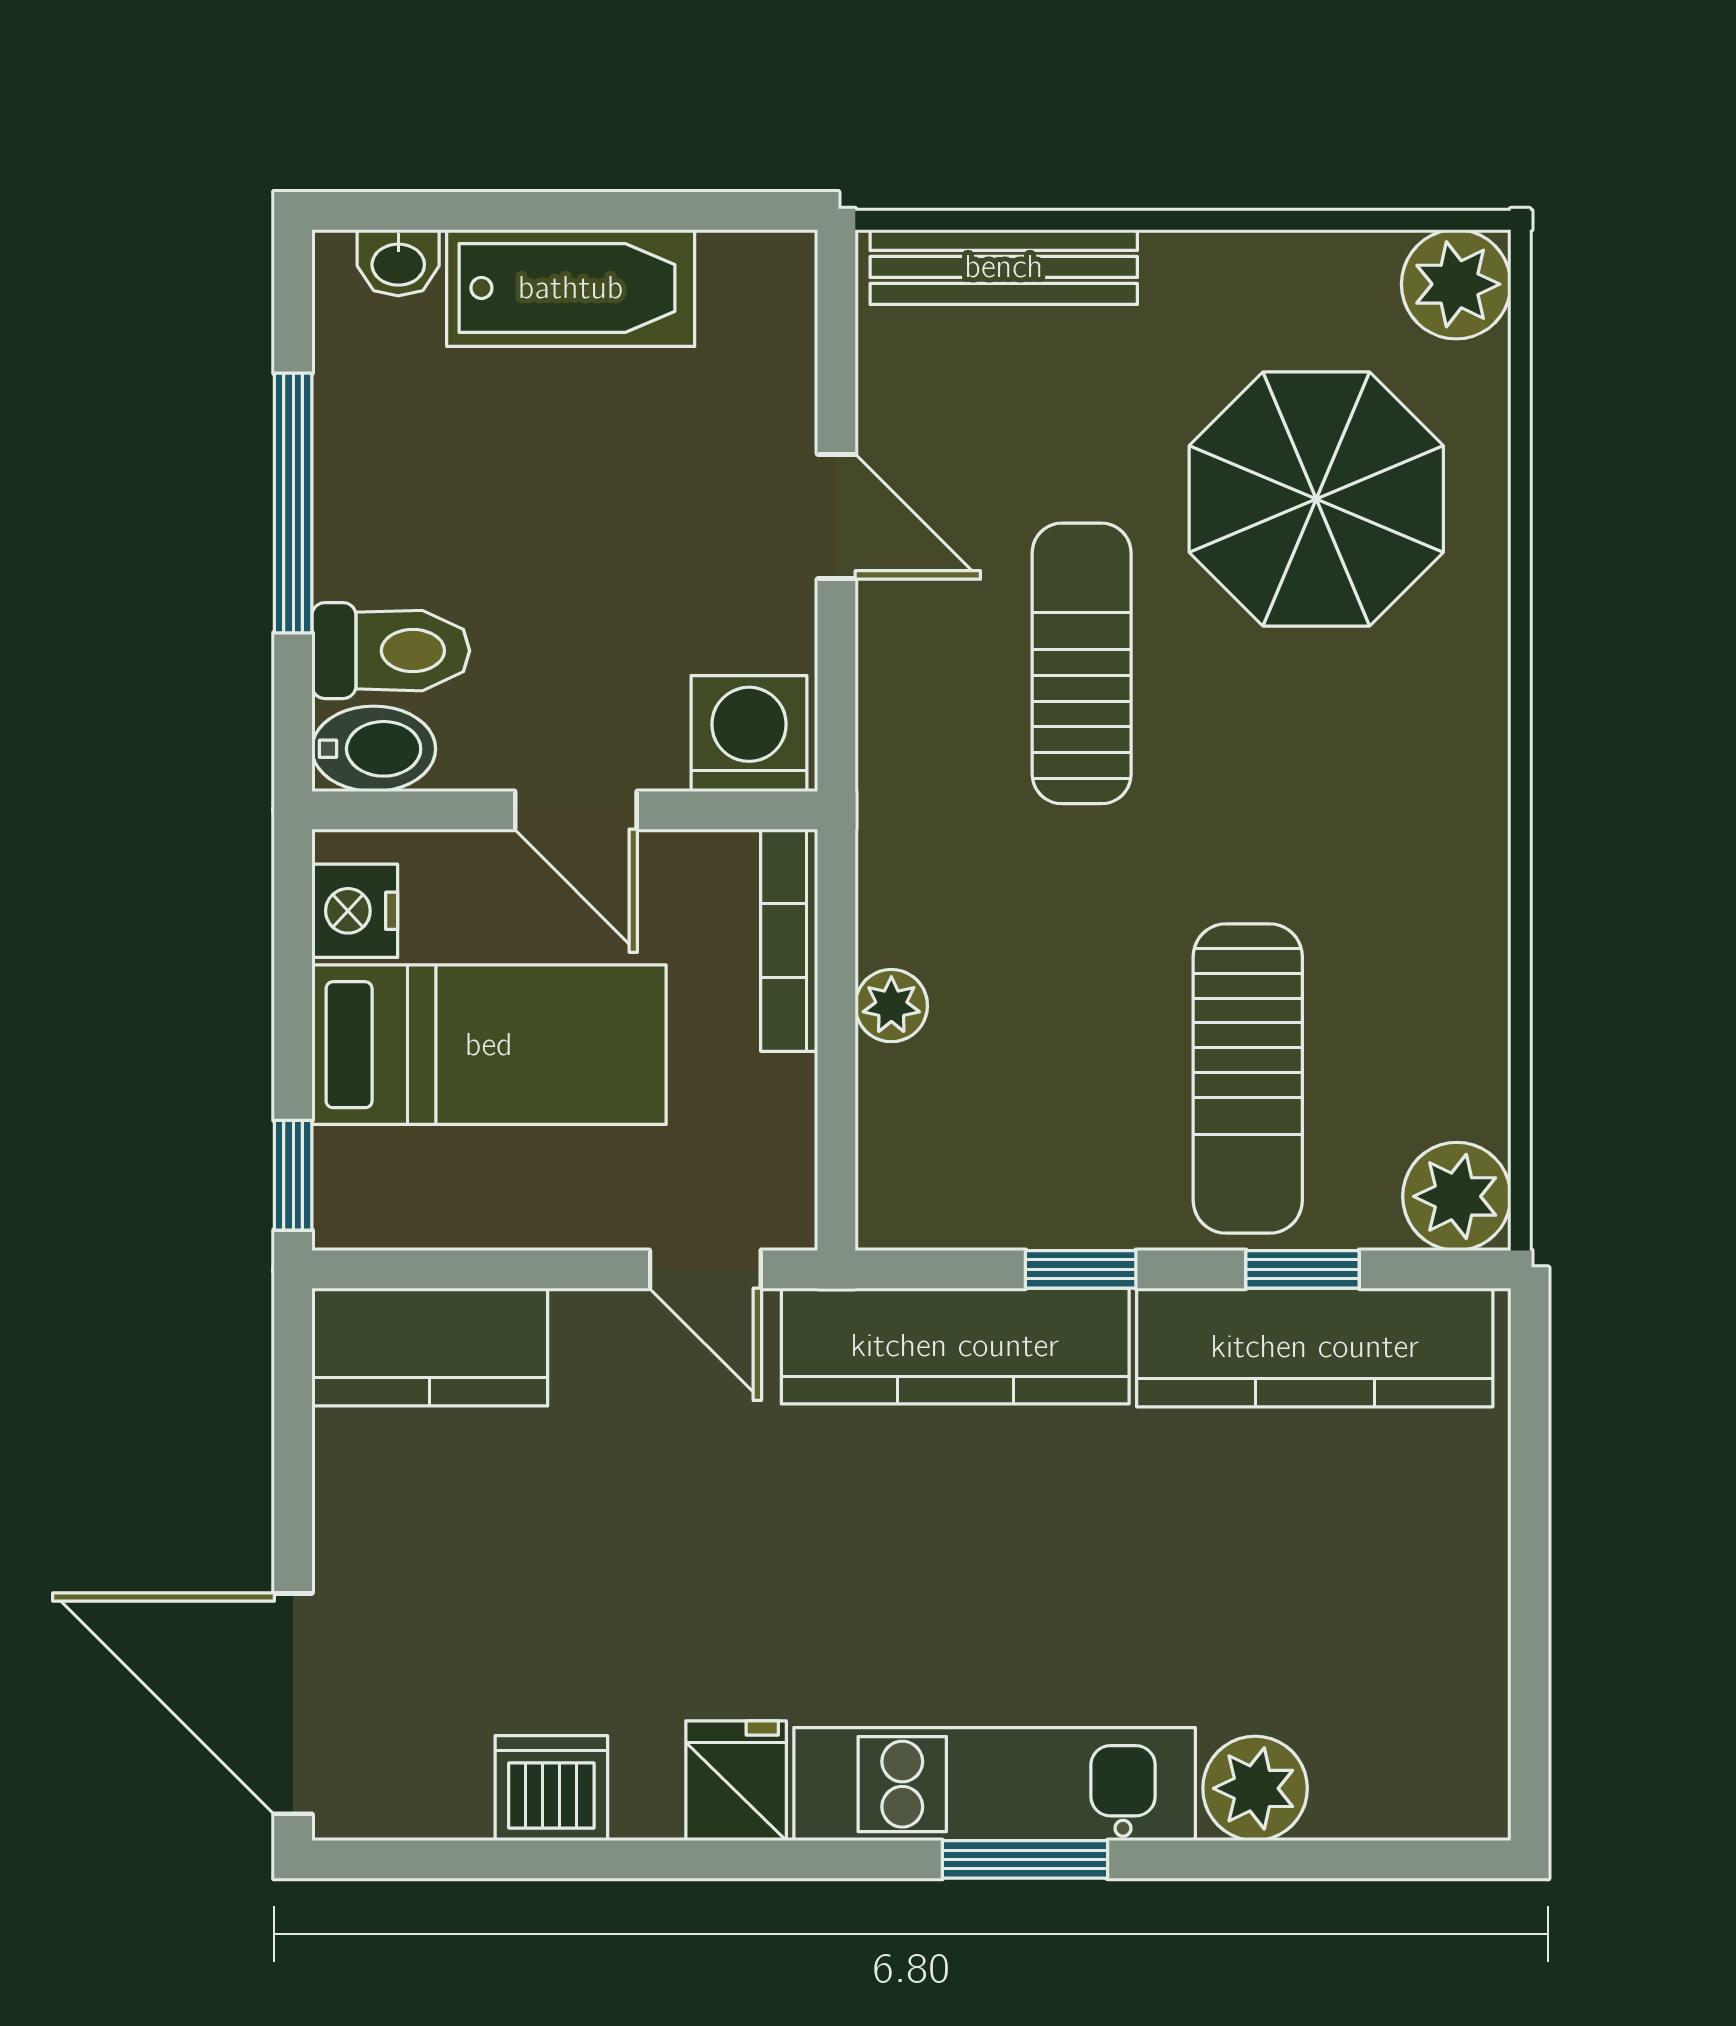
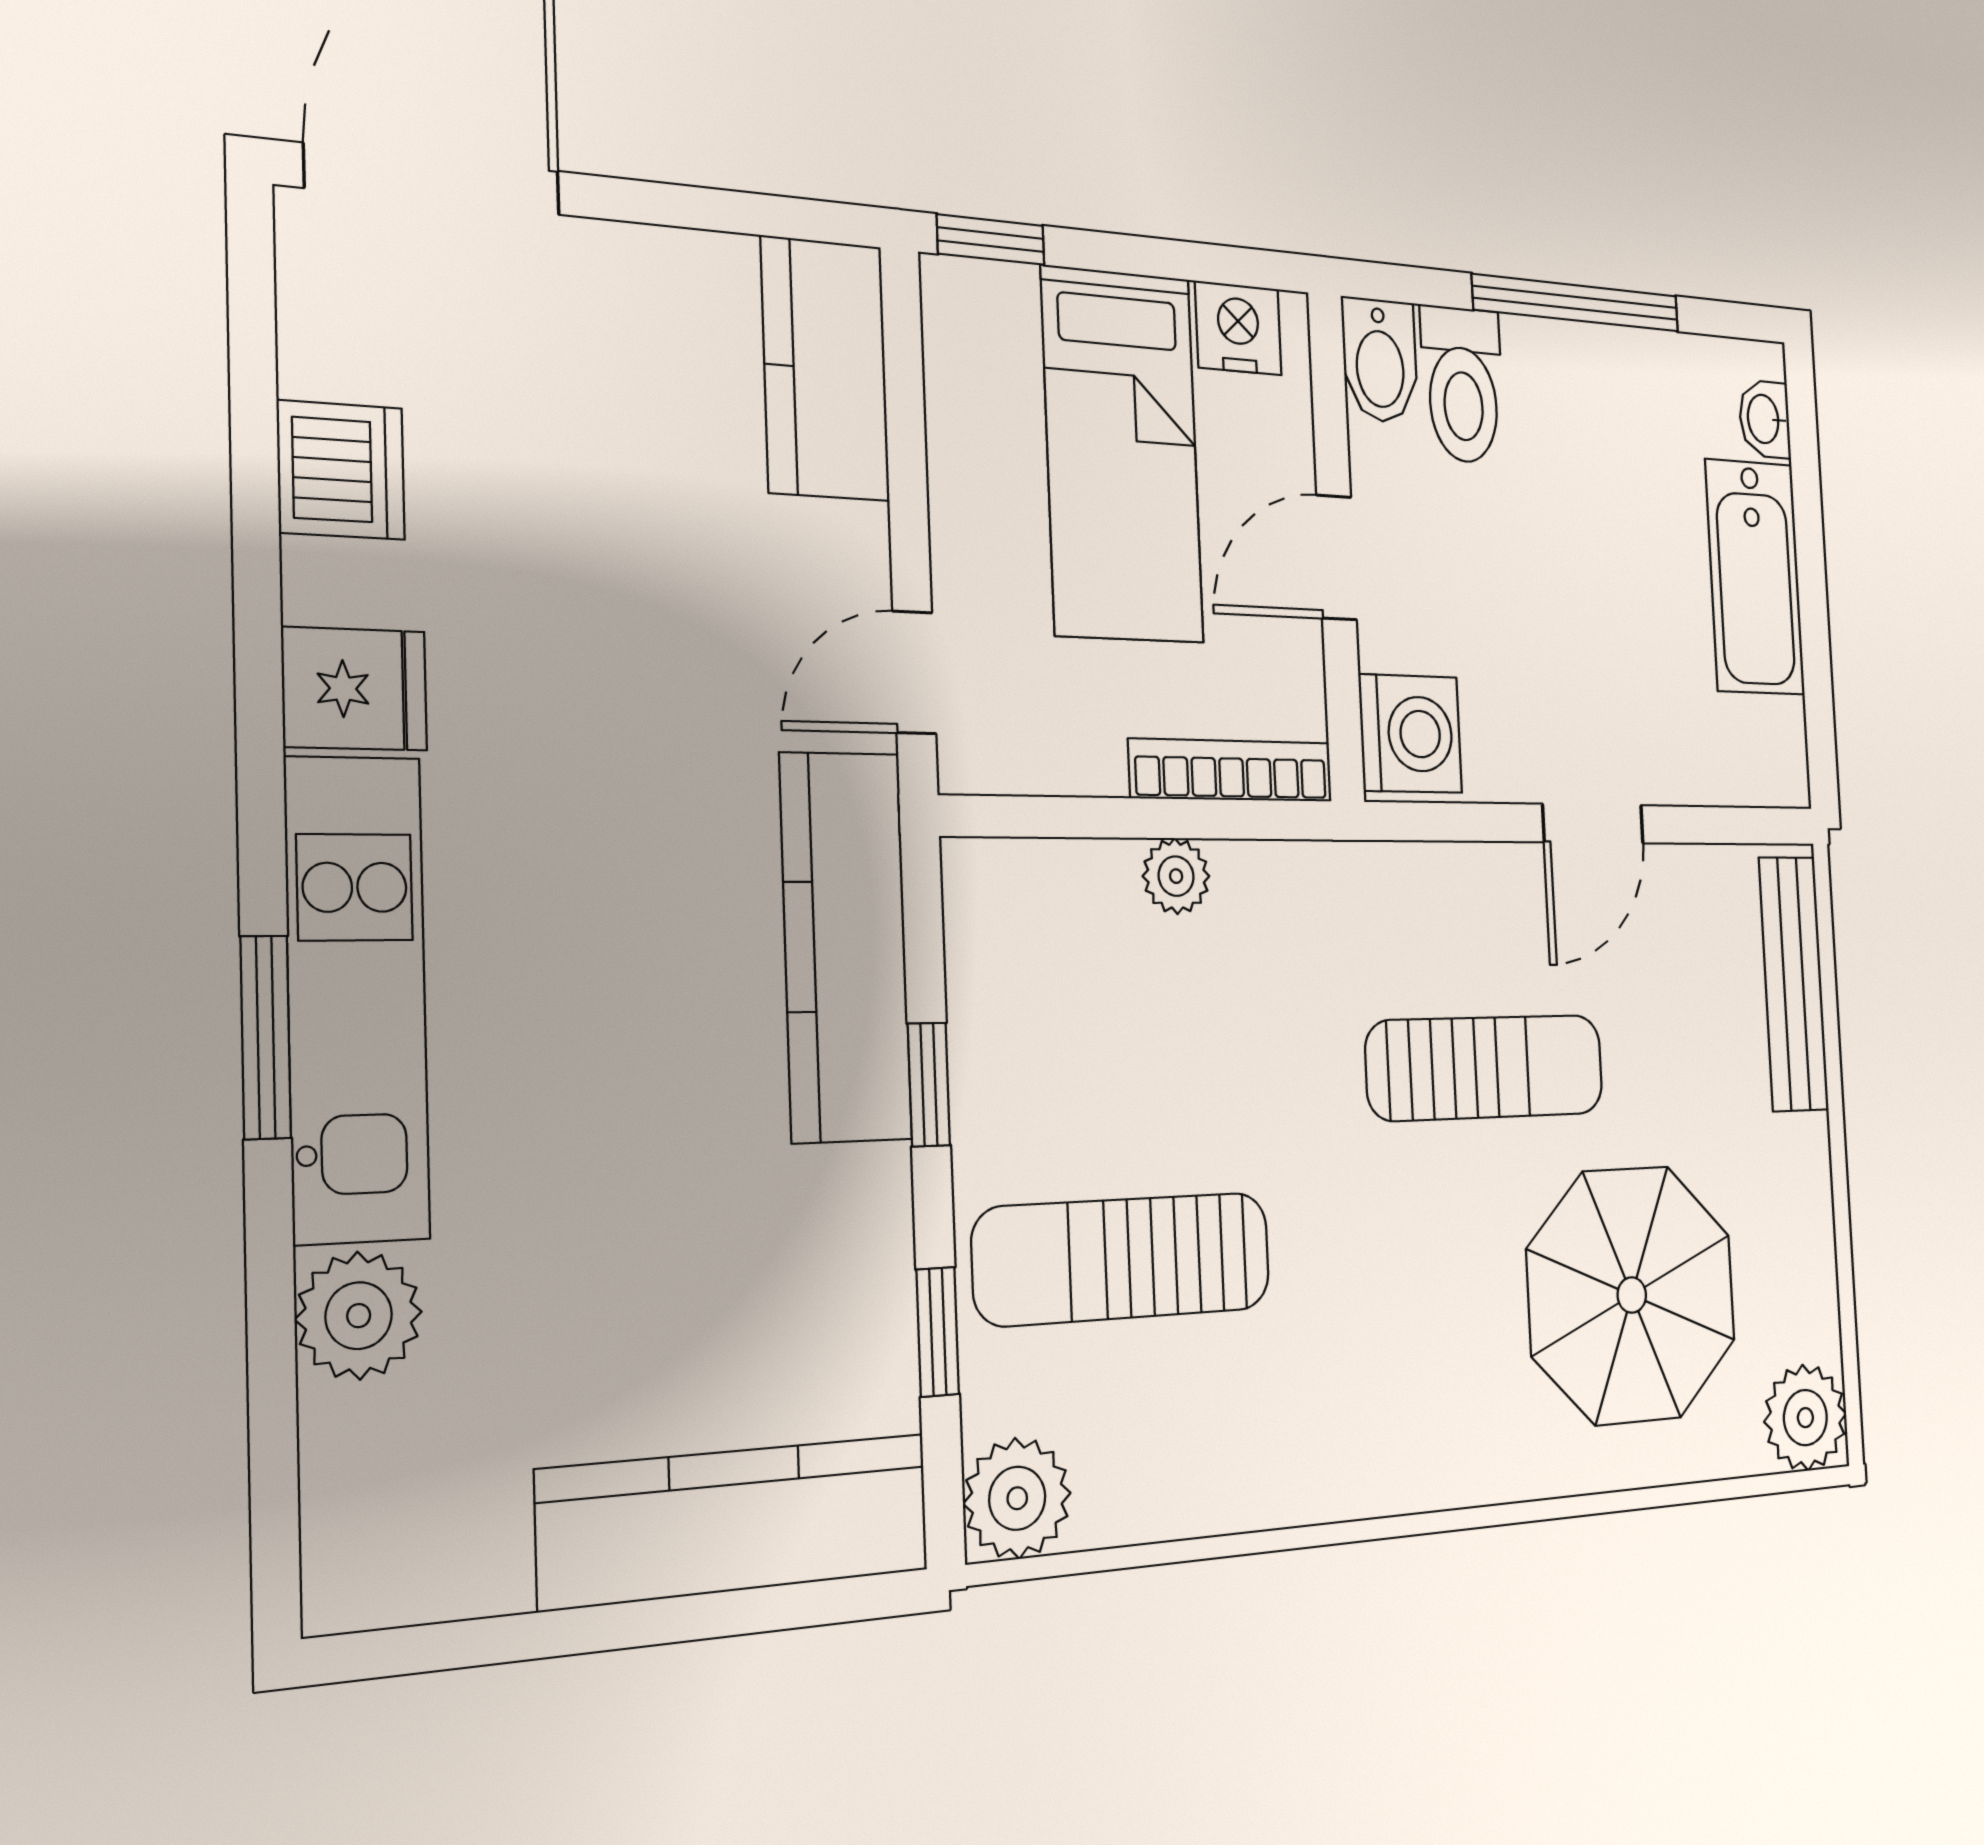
kitchen counter: (1315, 1347) -> (736, 1521), moved, turned 90

